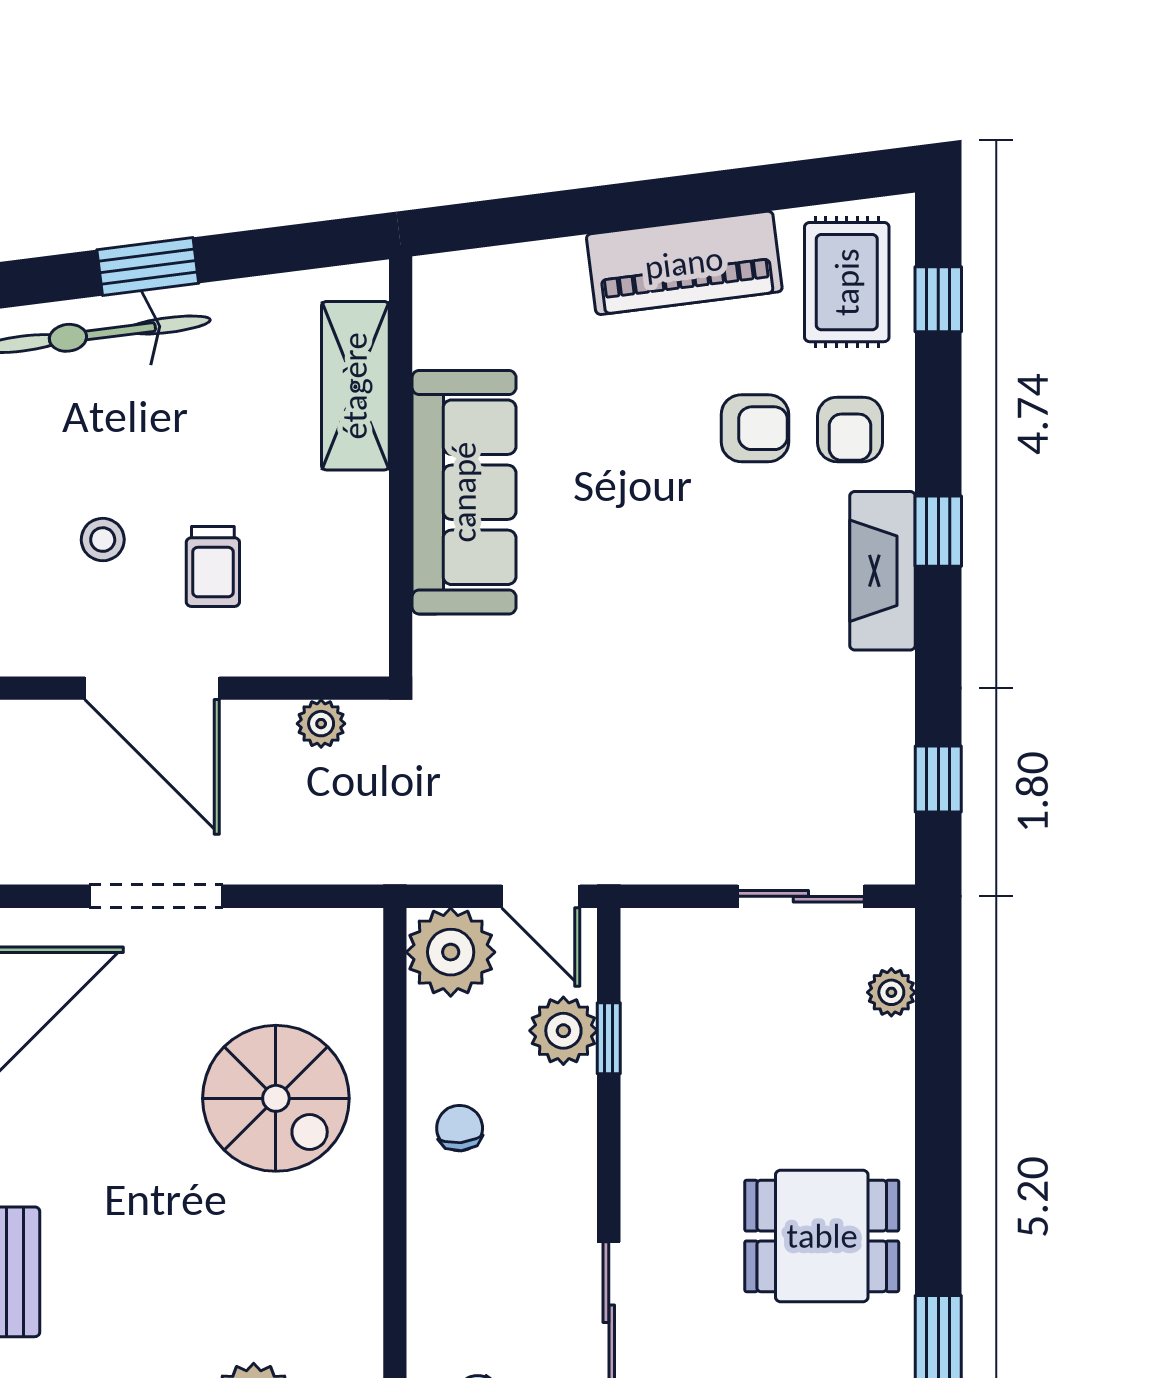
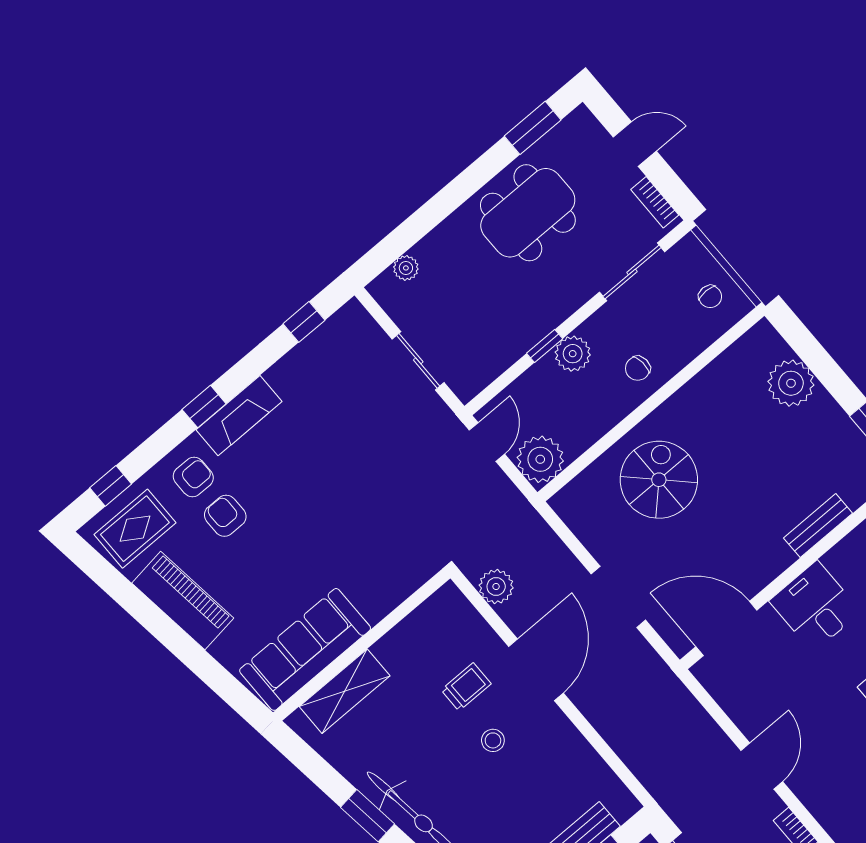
sofa: (464, 492) -> (305, 649), moved
plant: (321, 724) -> (496, 587), width x1.38, depth x1.38
sliding door: (801, 896) -> (418, 361), moved
plant: (563, 1031) -> (573, 354), moved
window: (609, 1038) -> (545, 346), moved
chair: (460, 1128) -> (638, 368), moved
dining table: (822, 1236) -> (528, 213), width x1.38

